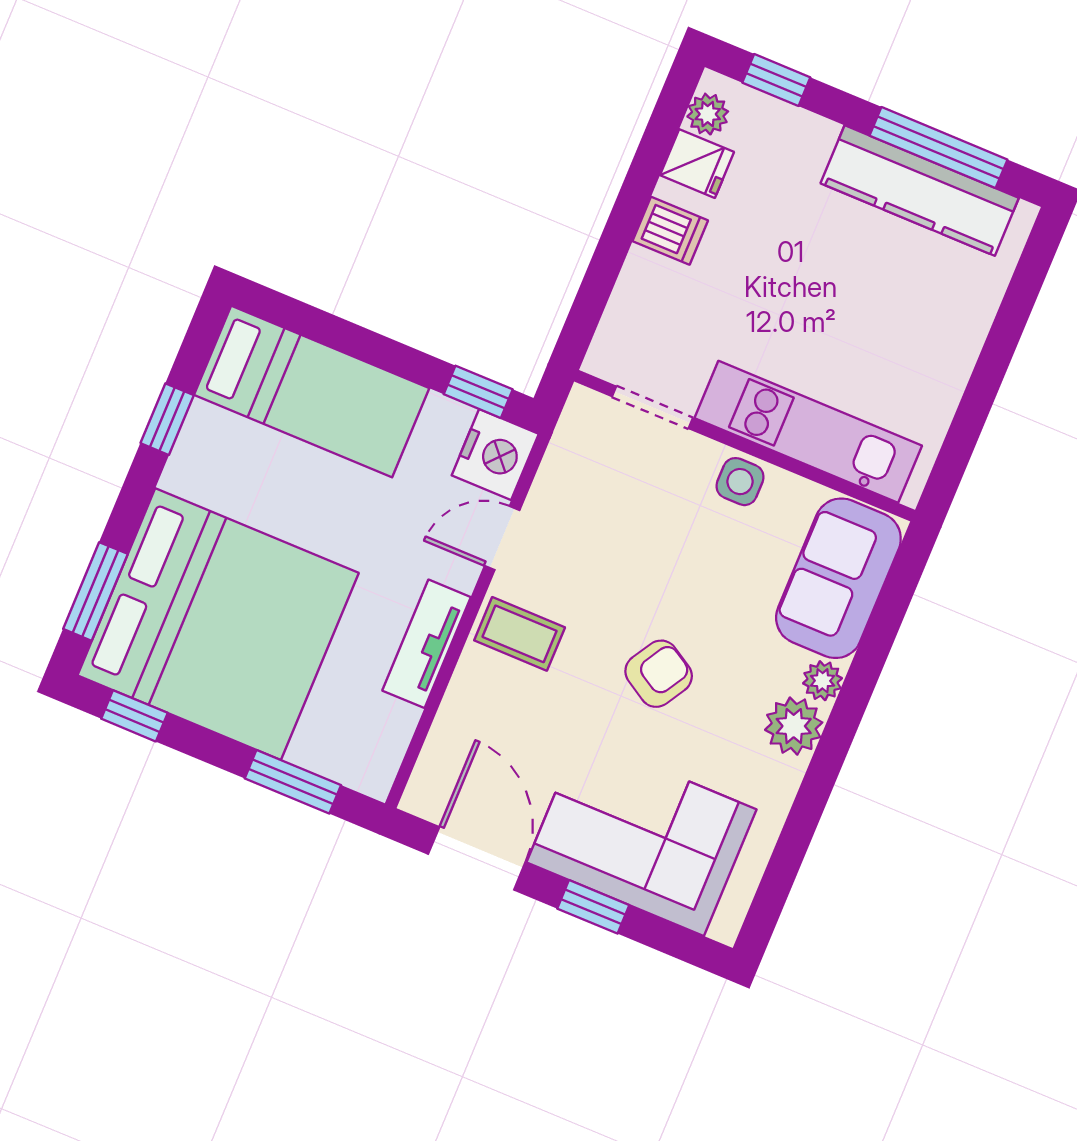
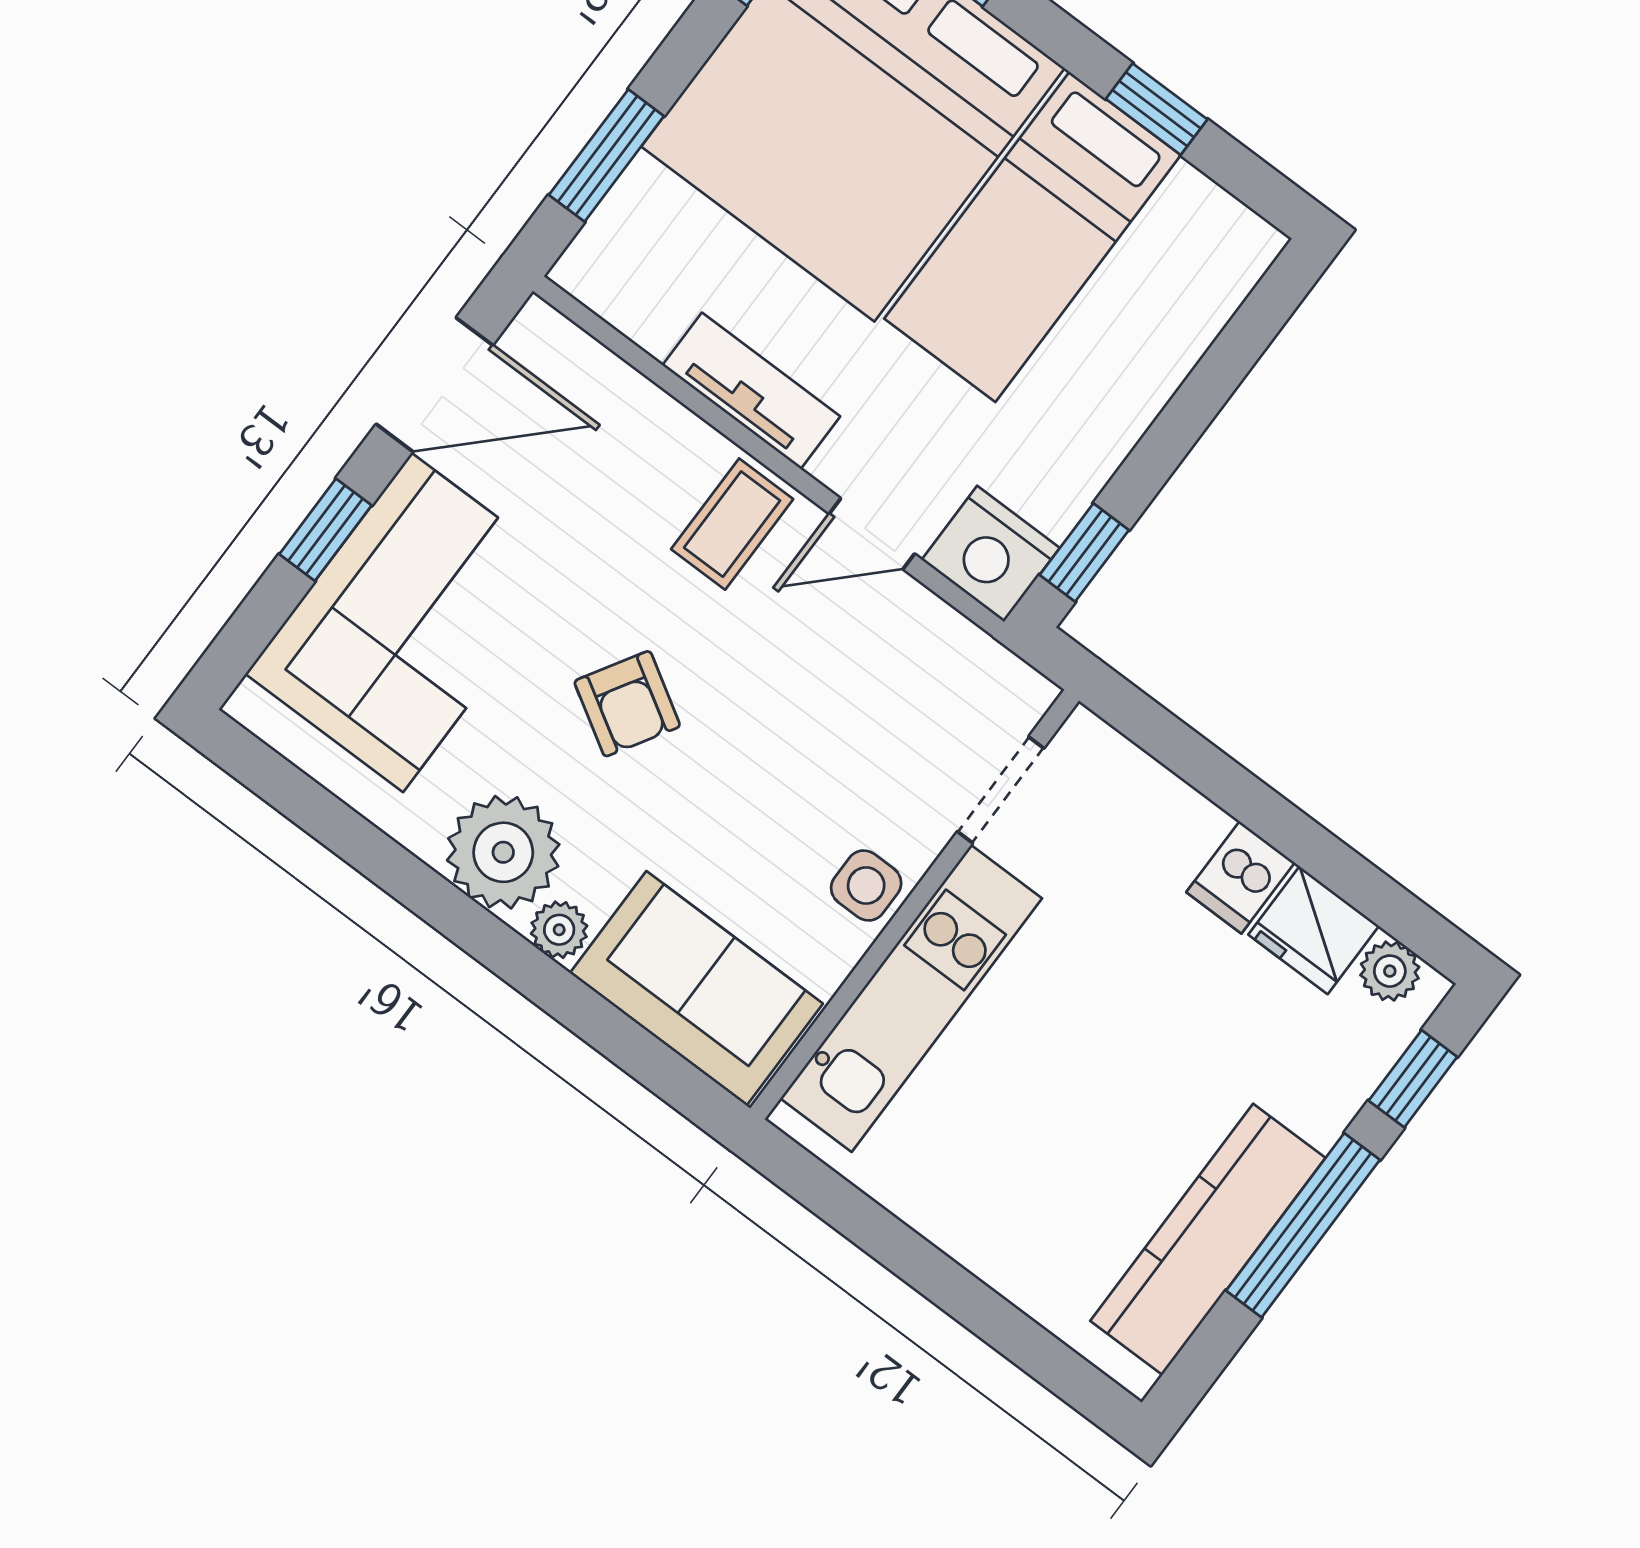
window: (938, 148) -> (1303, 1225), moved
fridge: (697, 164) -> (1314, 930), width x1.38
bed: (312, 392) -> (1032, 237), moved
door: (502, 538) -> (872, 534), swing flipped
plant: (794, 726) -> (503, 852), width x1.36, depth x1.36

